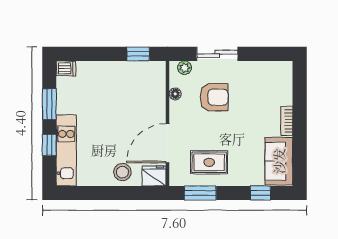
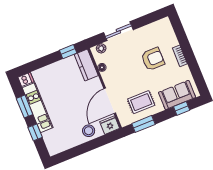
kitchen counter: (155, 82) -> (86, 65), added
armchair: (214, 97) -> (153, 59), moved
kitchen unit: (66, 150) -> (38, 108), moved
sofa: (279, 161) -> (177, 95), moved, turned 90

